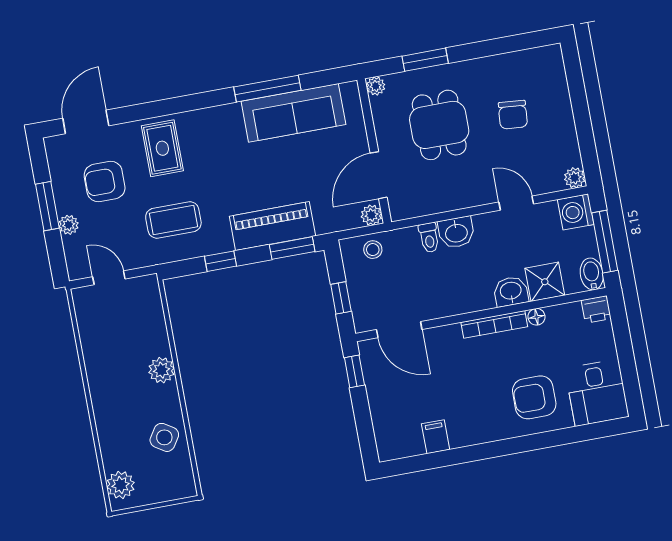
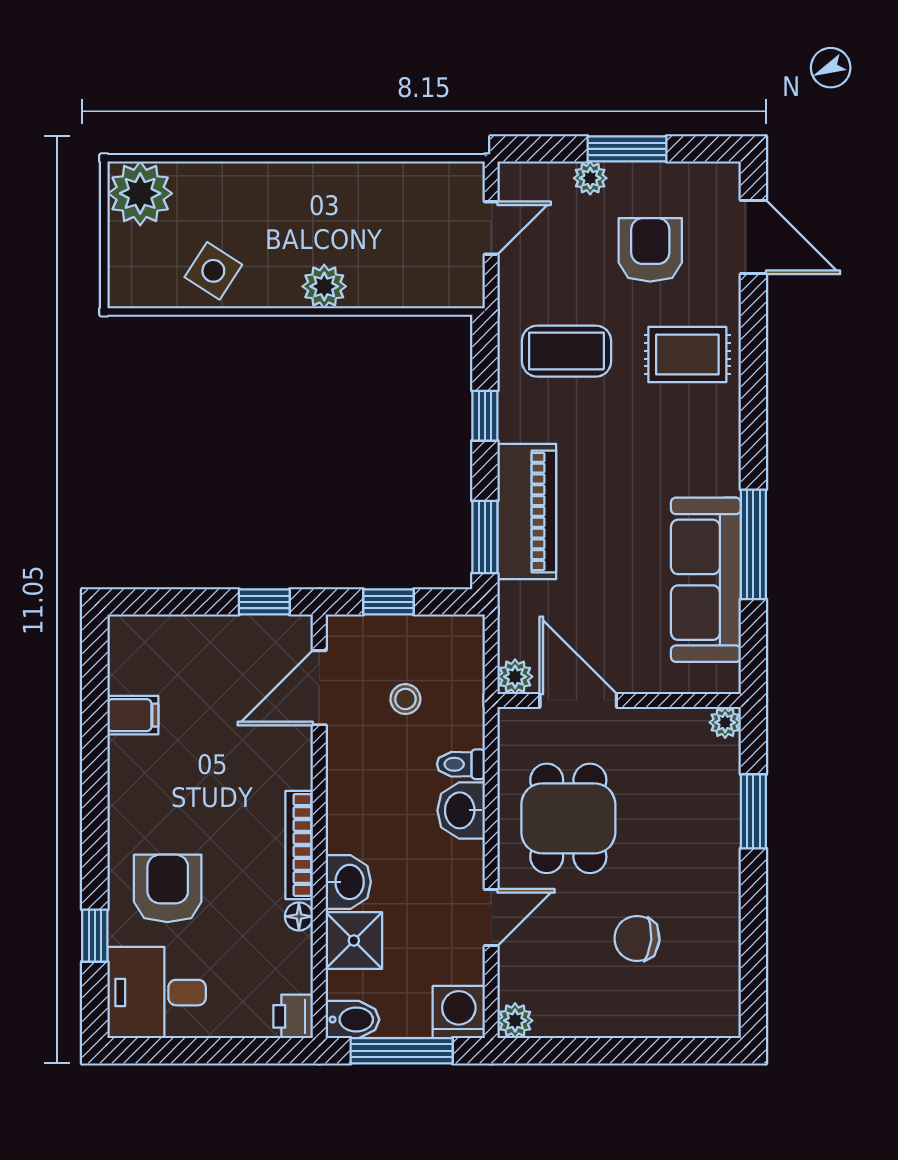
dining table: (439, 125) -> (568, 818), moved, turned 90
coffee table: (173, 220) -> (567, 351), turned 90
stool: (373, 250) -> (405, 699), moved
window: (570, 435) -> (95, 936), added
plant: (121, 485) -> (140, 193), width x1.36, depth x1.36

